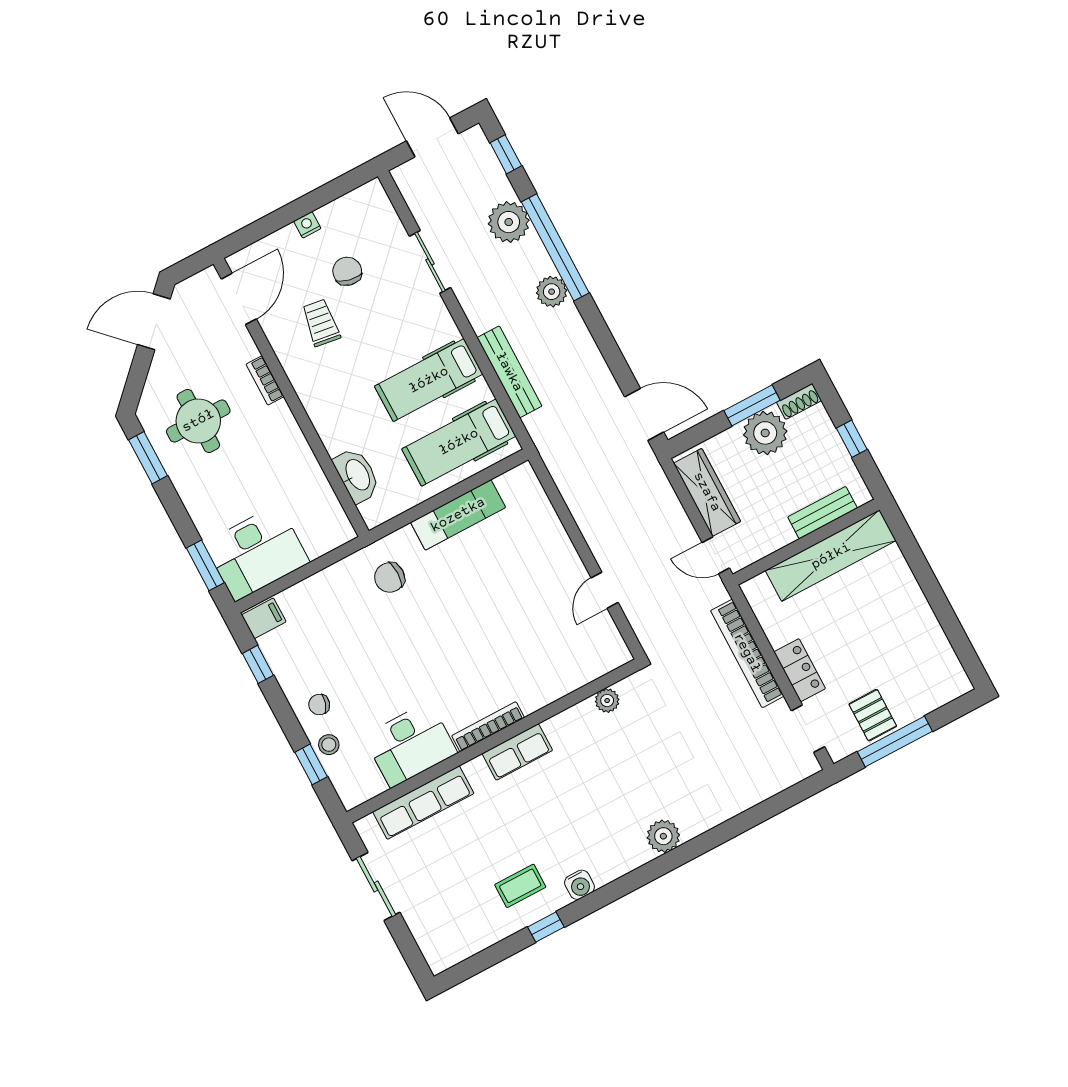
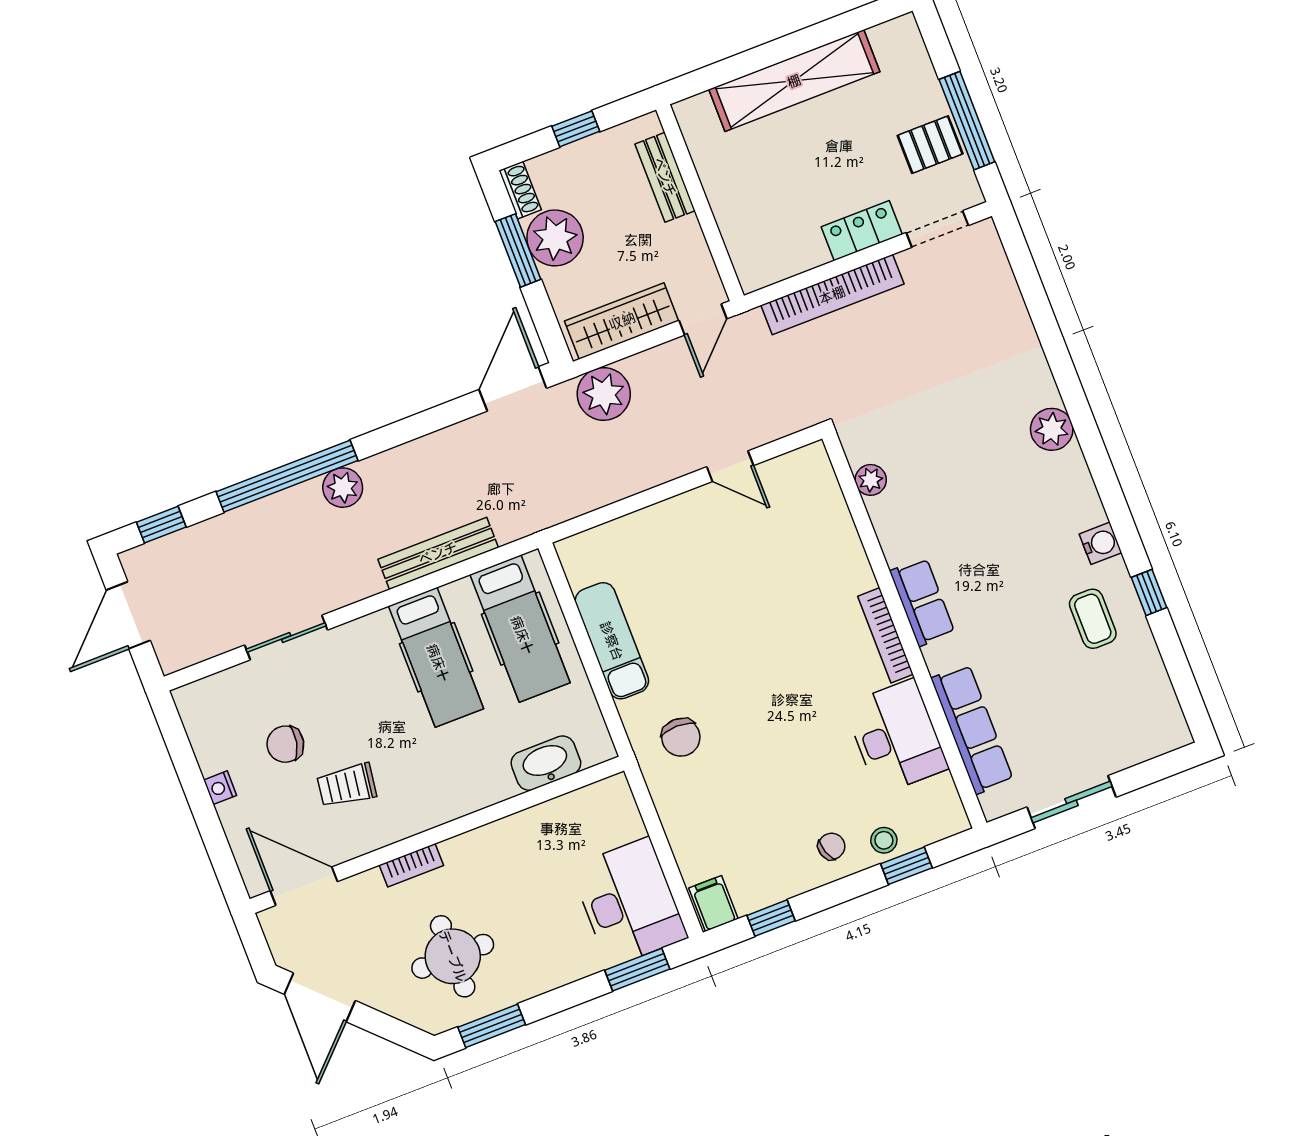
plant: (509, 222) -> (604, 394), moved
shelving: (831, 556) -> (794, 81), moved, turned 90
chair: (319, 705) -> (831, 846), turned -127

